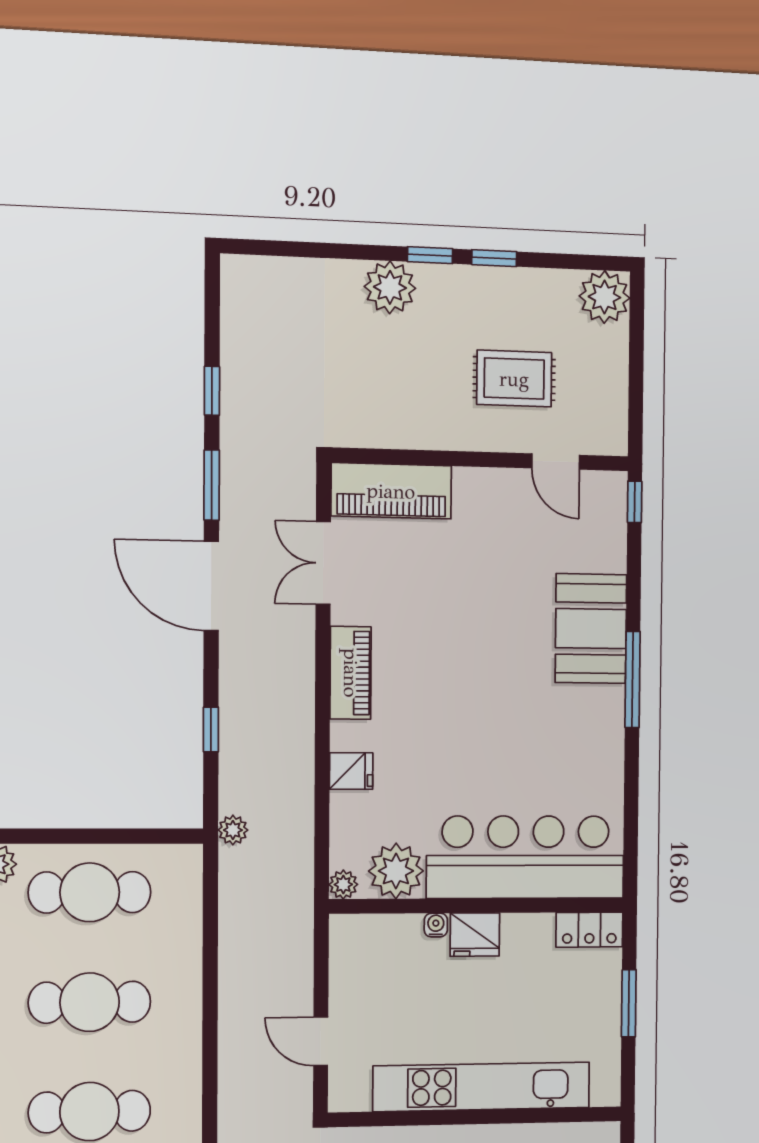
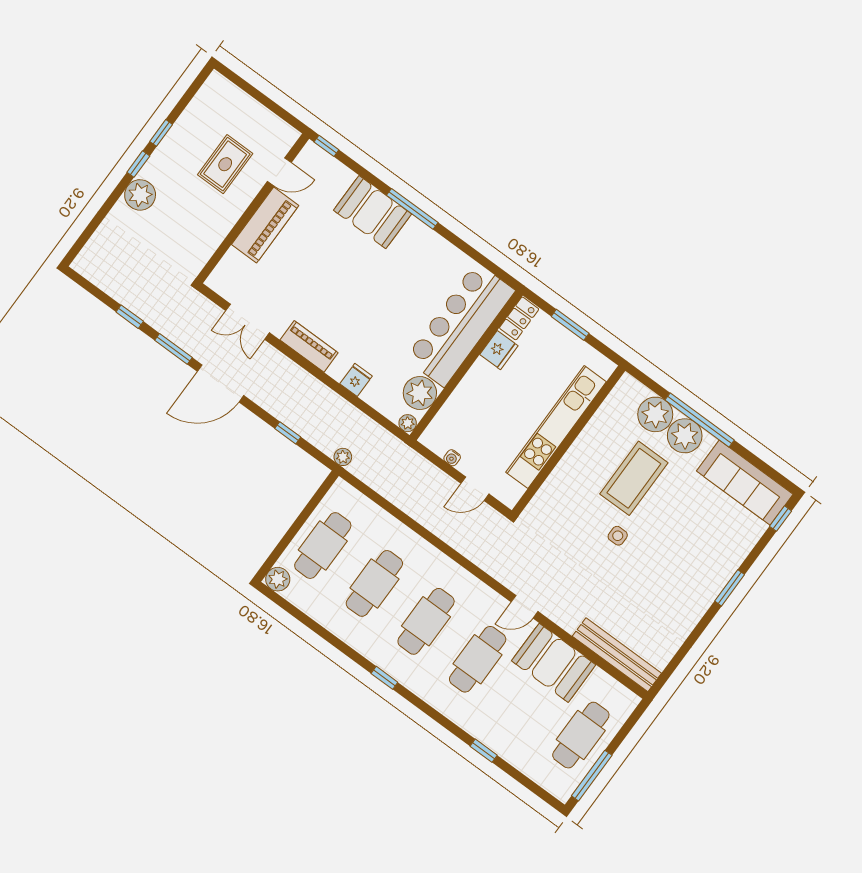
plant: (604, 297) -> (217, 90), removed
piano: (391, 491) -> (265, 225), moved
water cooler: (436, 925) -> (452, 458), moved, turned -90
fridge: (475, 935) -> (499, 350), moved

